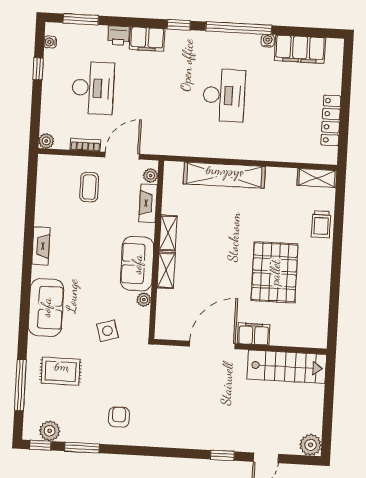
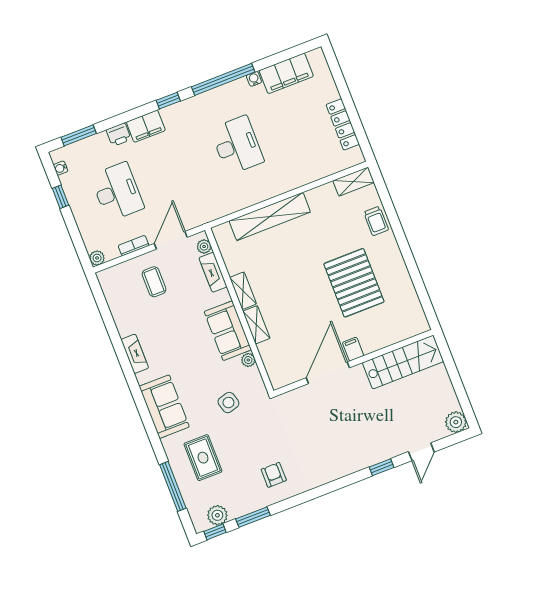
filing cabinet: (254, 334) -> (353, 349), width x0.50
rug: (61, 371) -> (203, 458), turned 90

